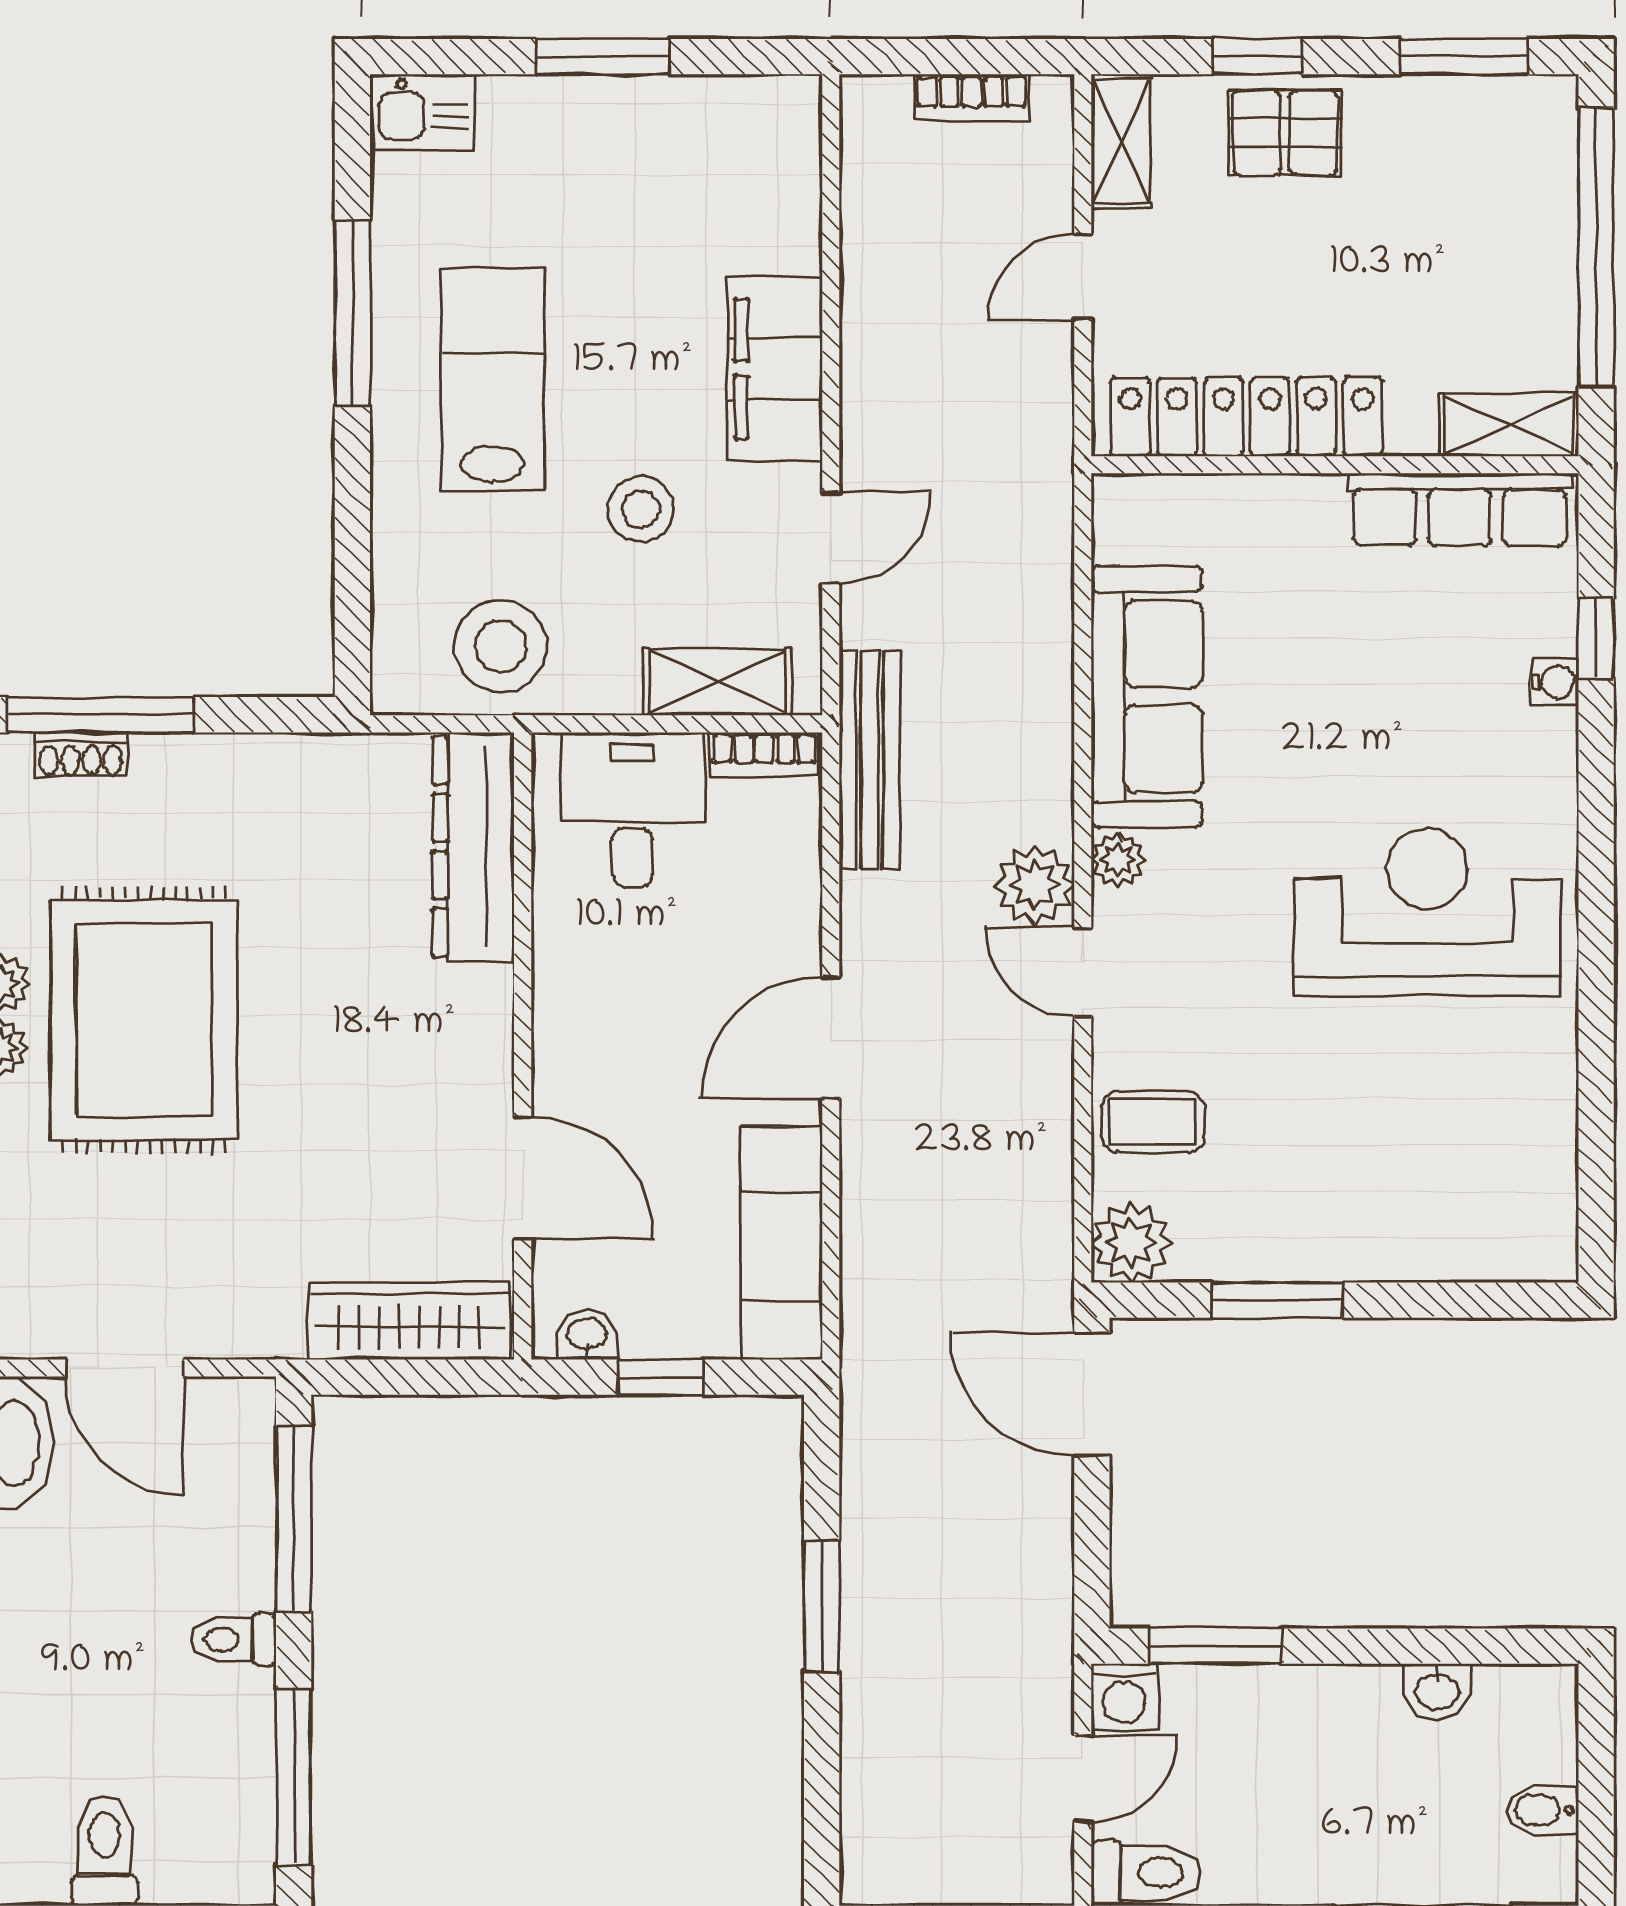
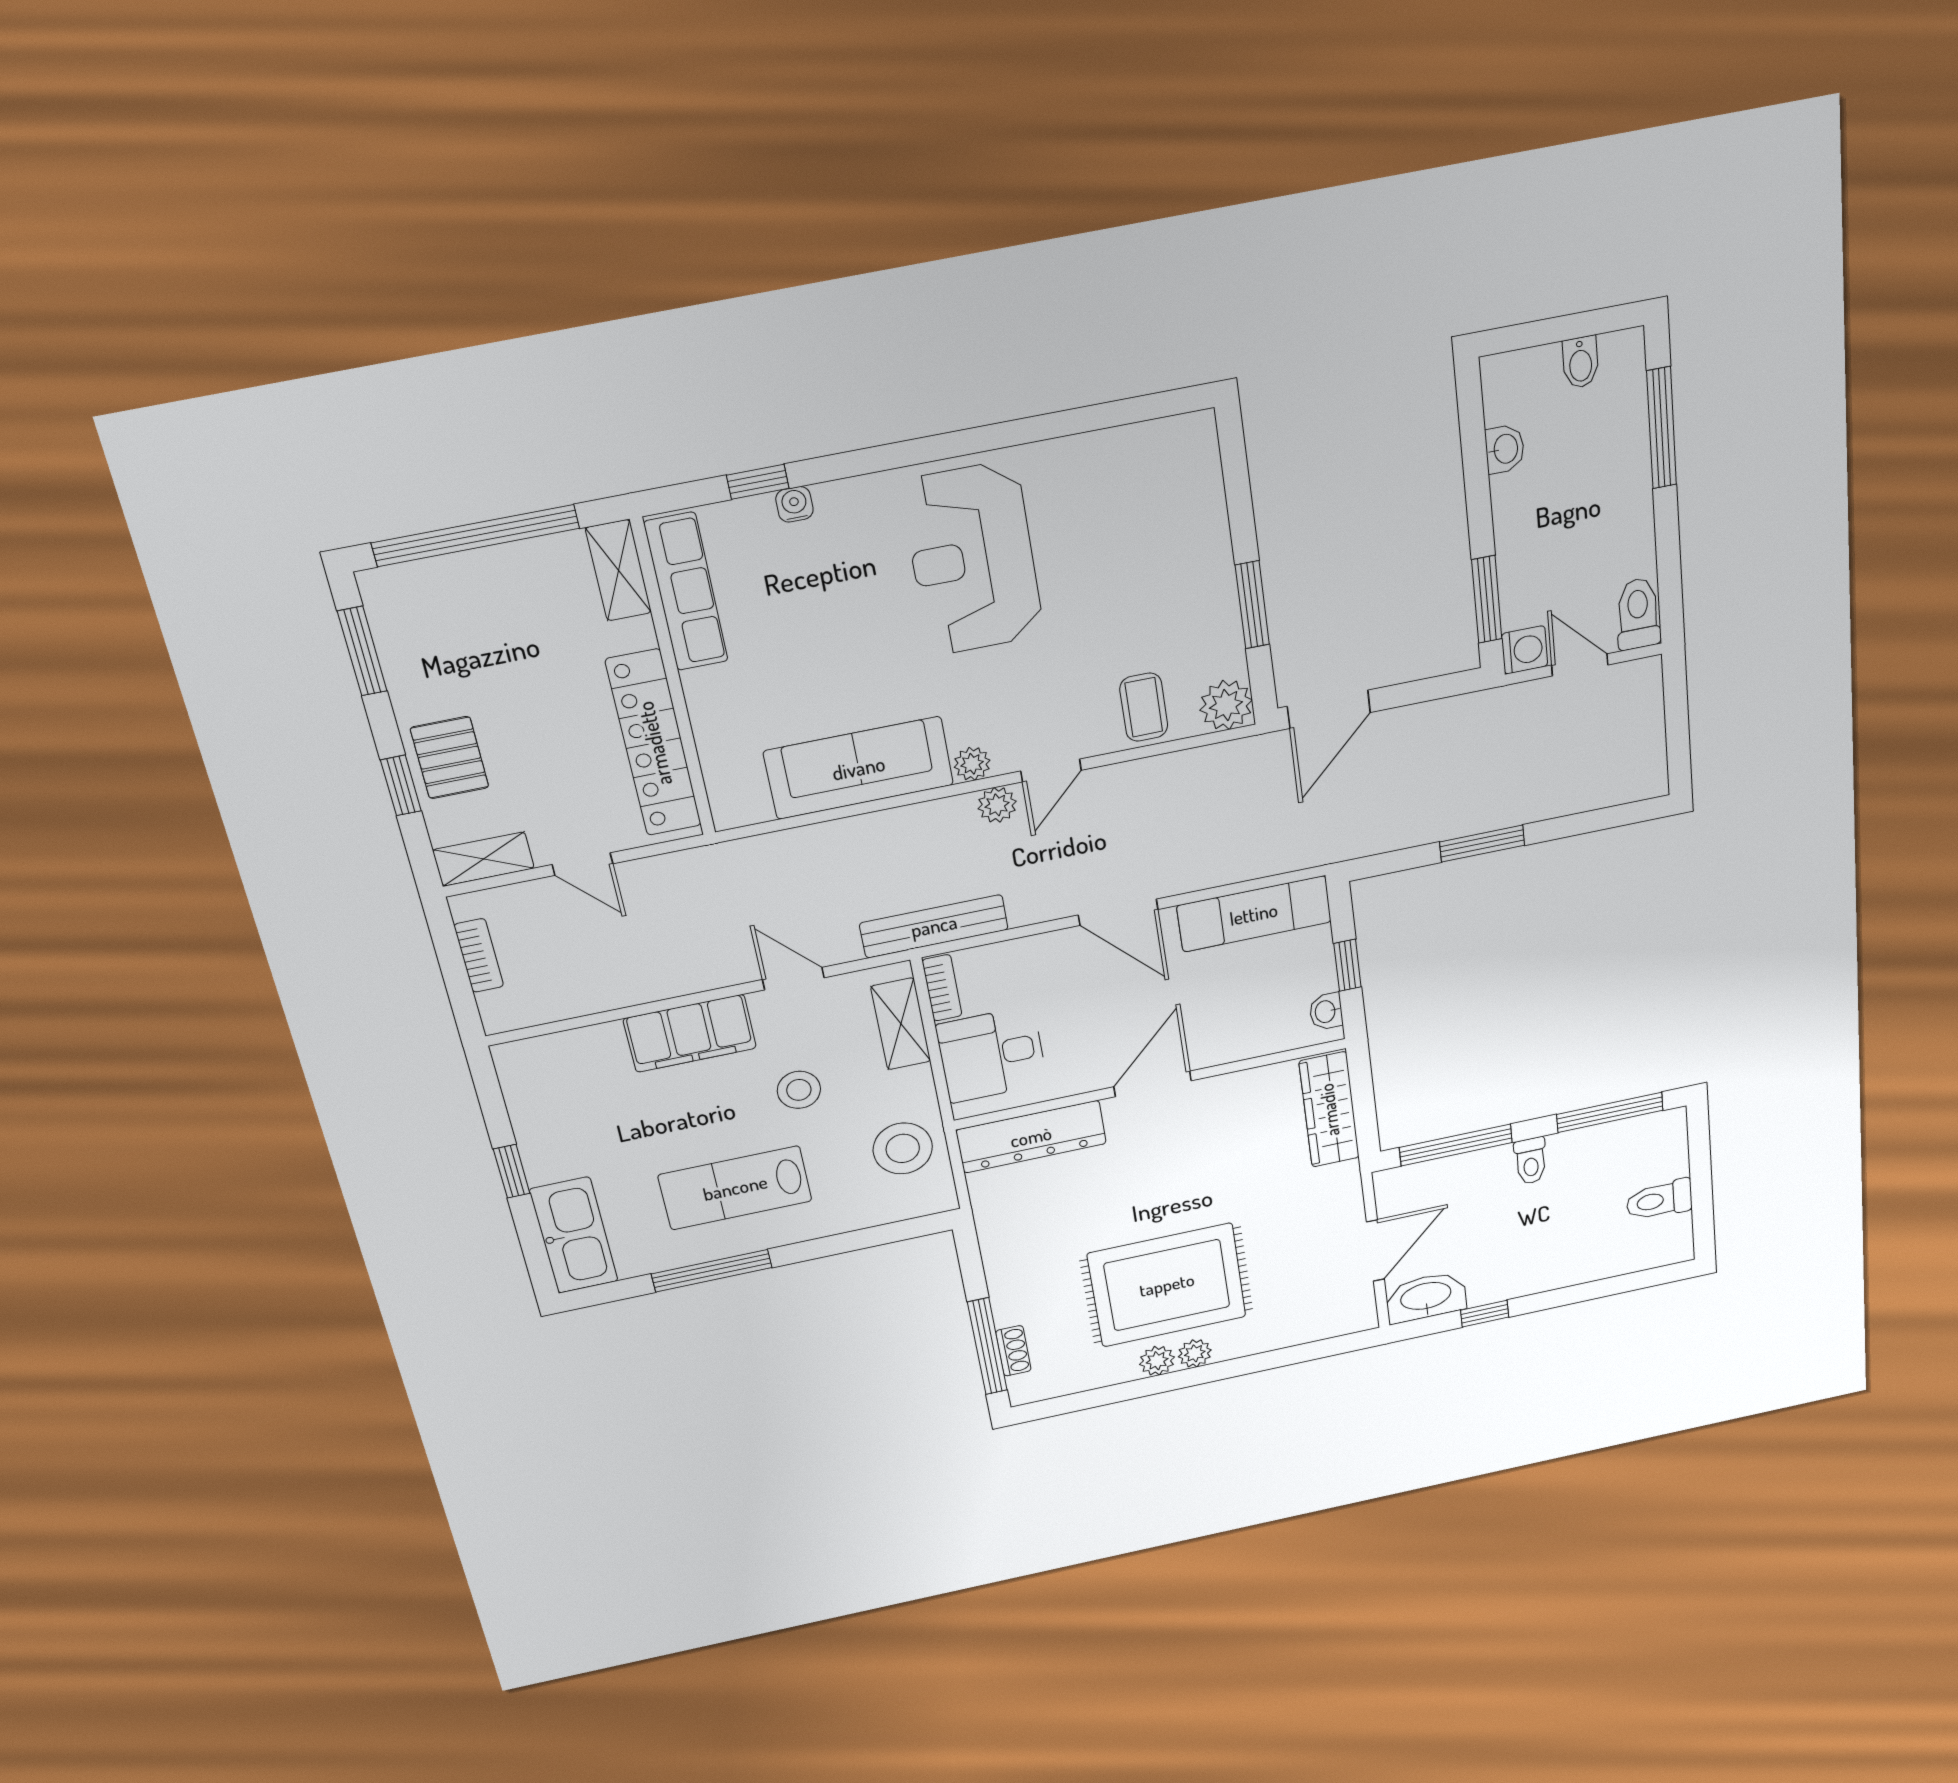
window: (603, 57) -> (512, 1171), width x0.67
kitchen sink: (422, 112) -> (574, 1235), width x1.88, depth x1.24
plant: (1035, 885) -> (997, 805), width x0.73, depth x0.73
door: (523, 1178) -> (1153, 1084), moved

